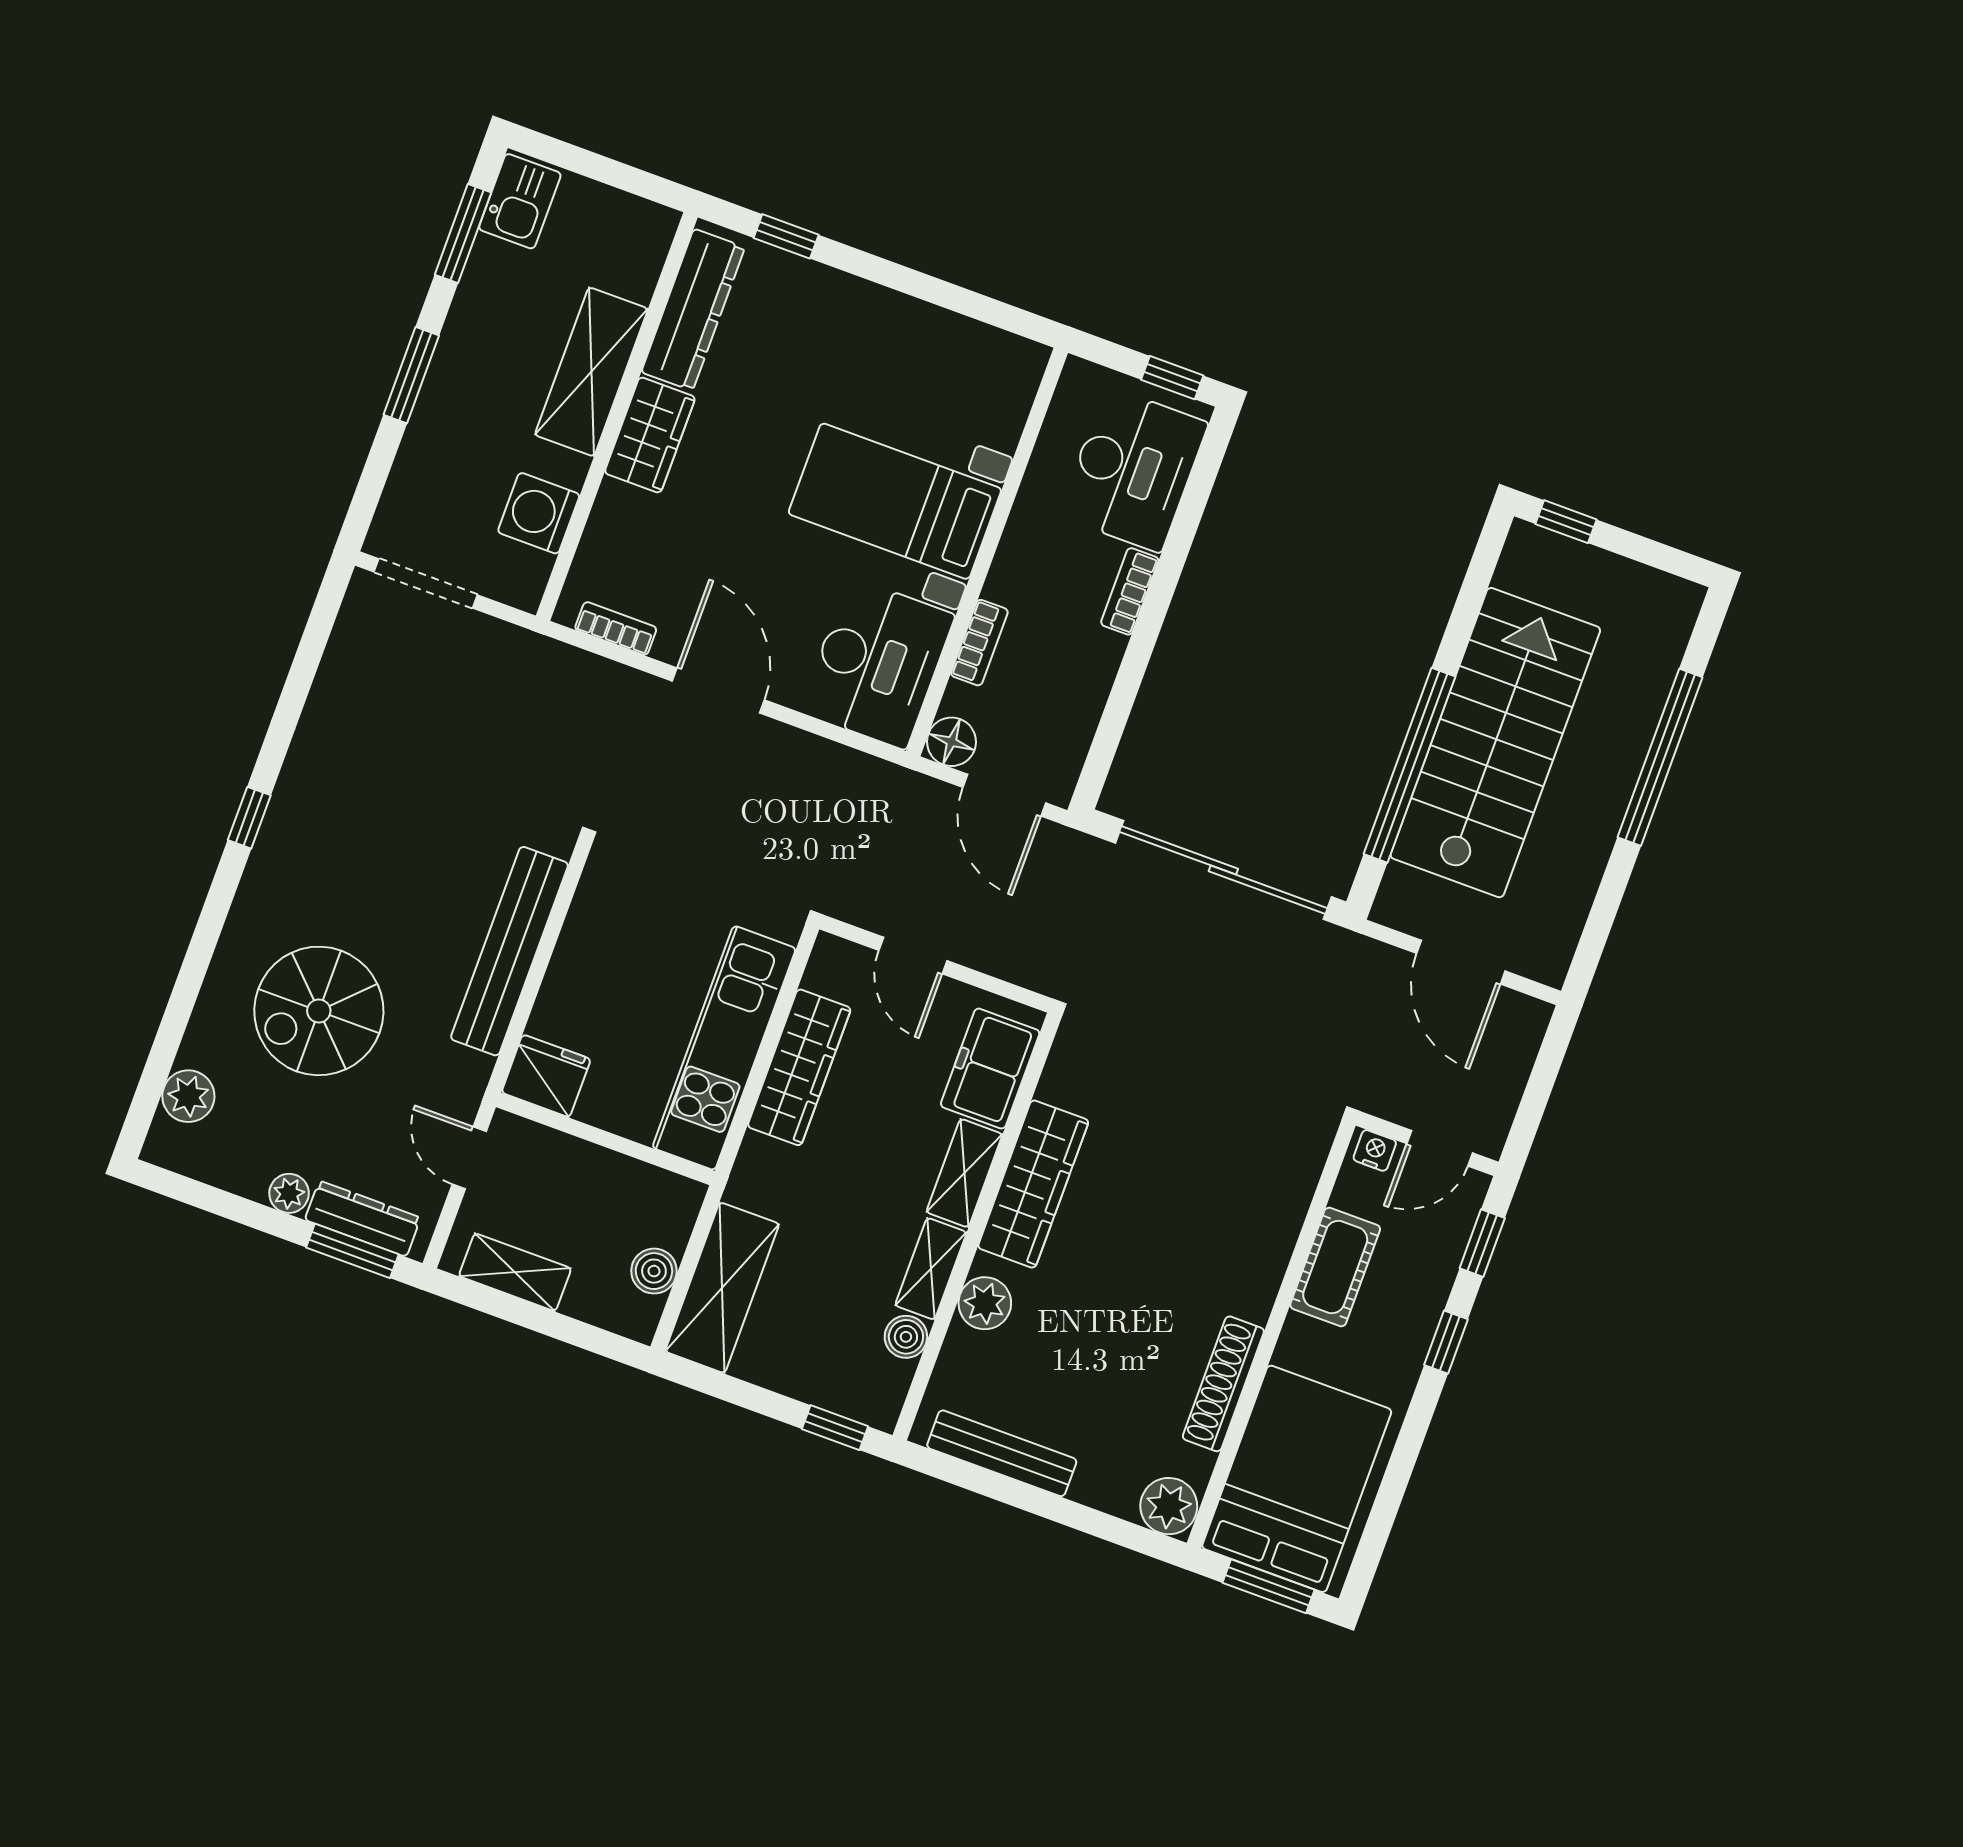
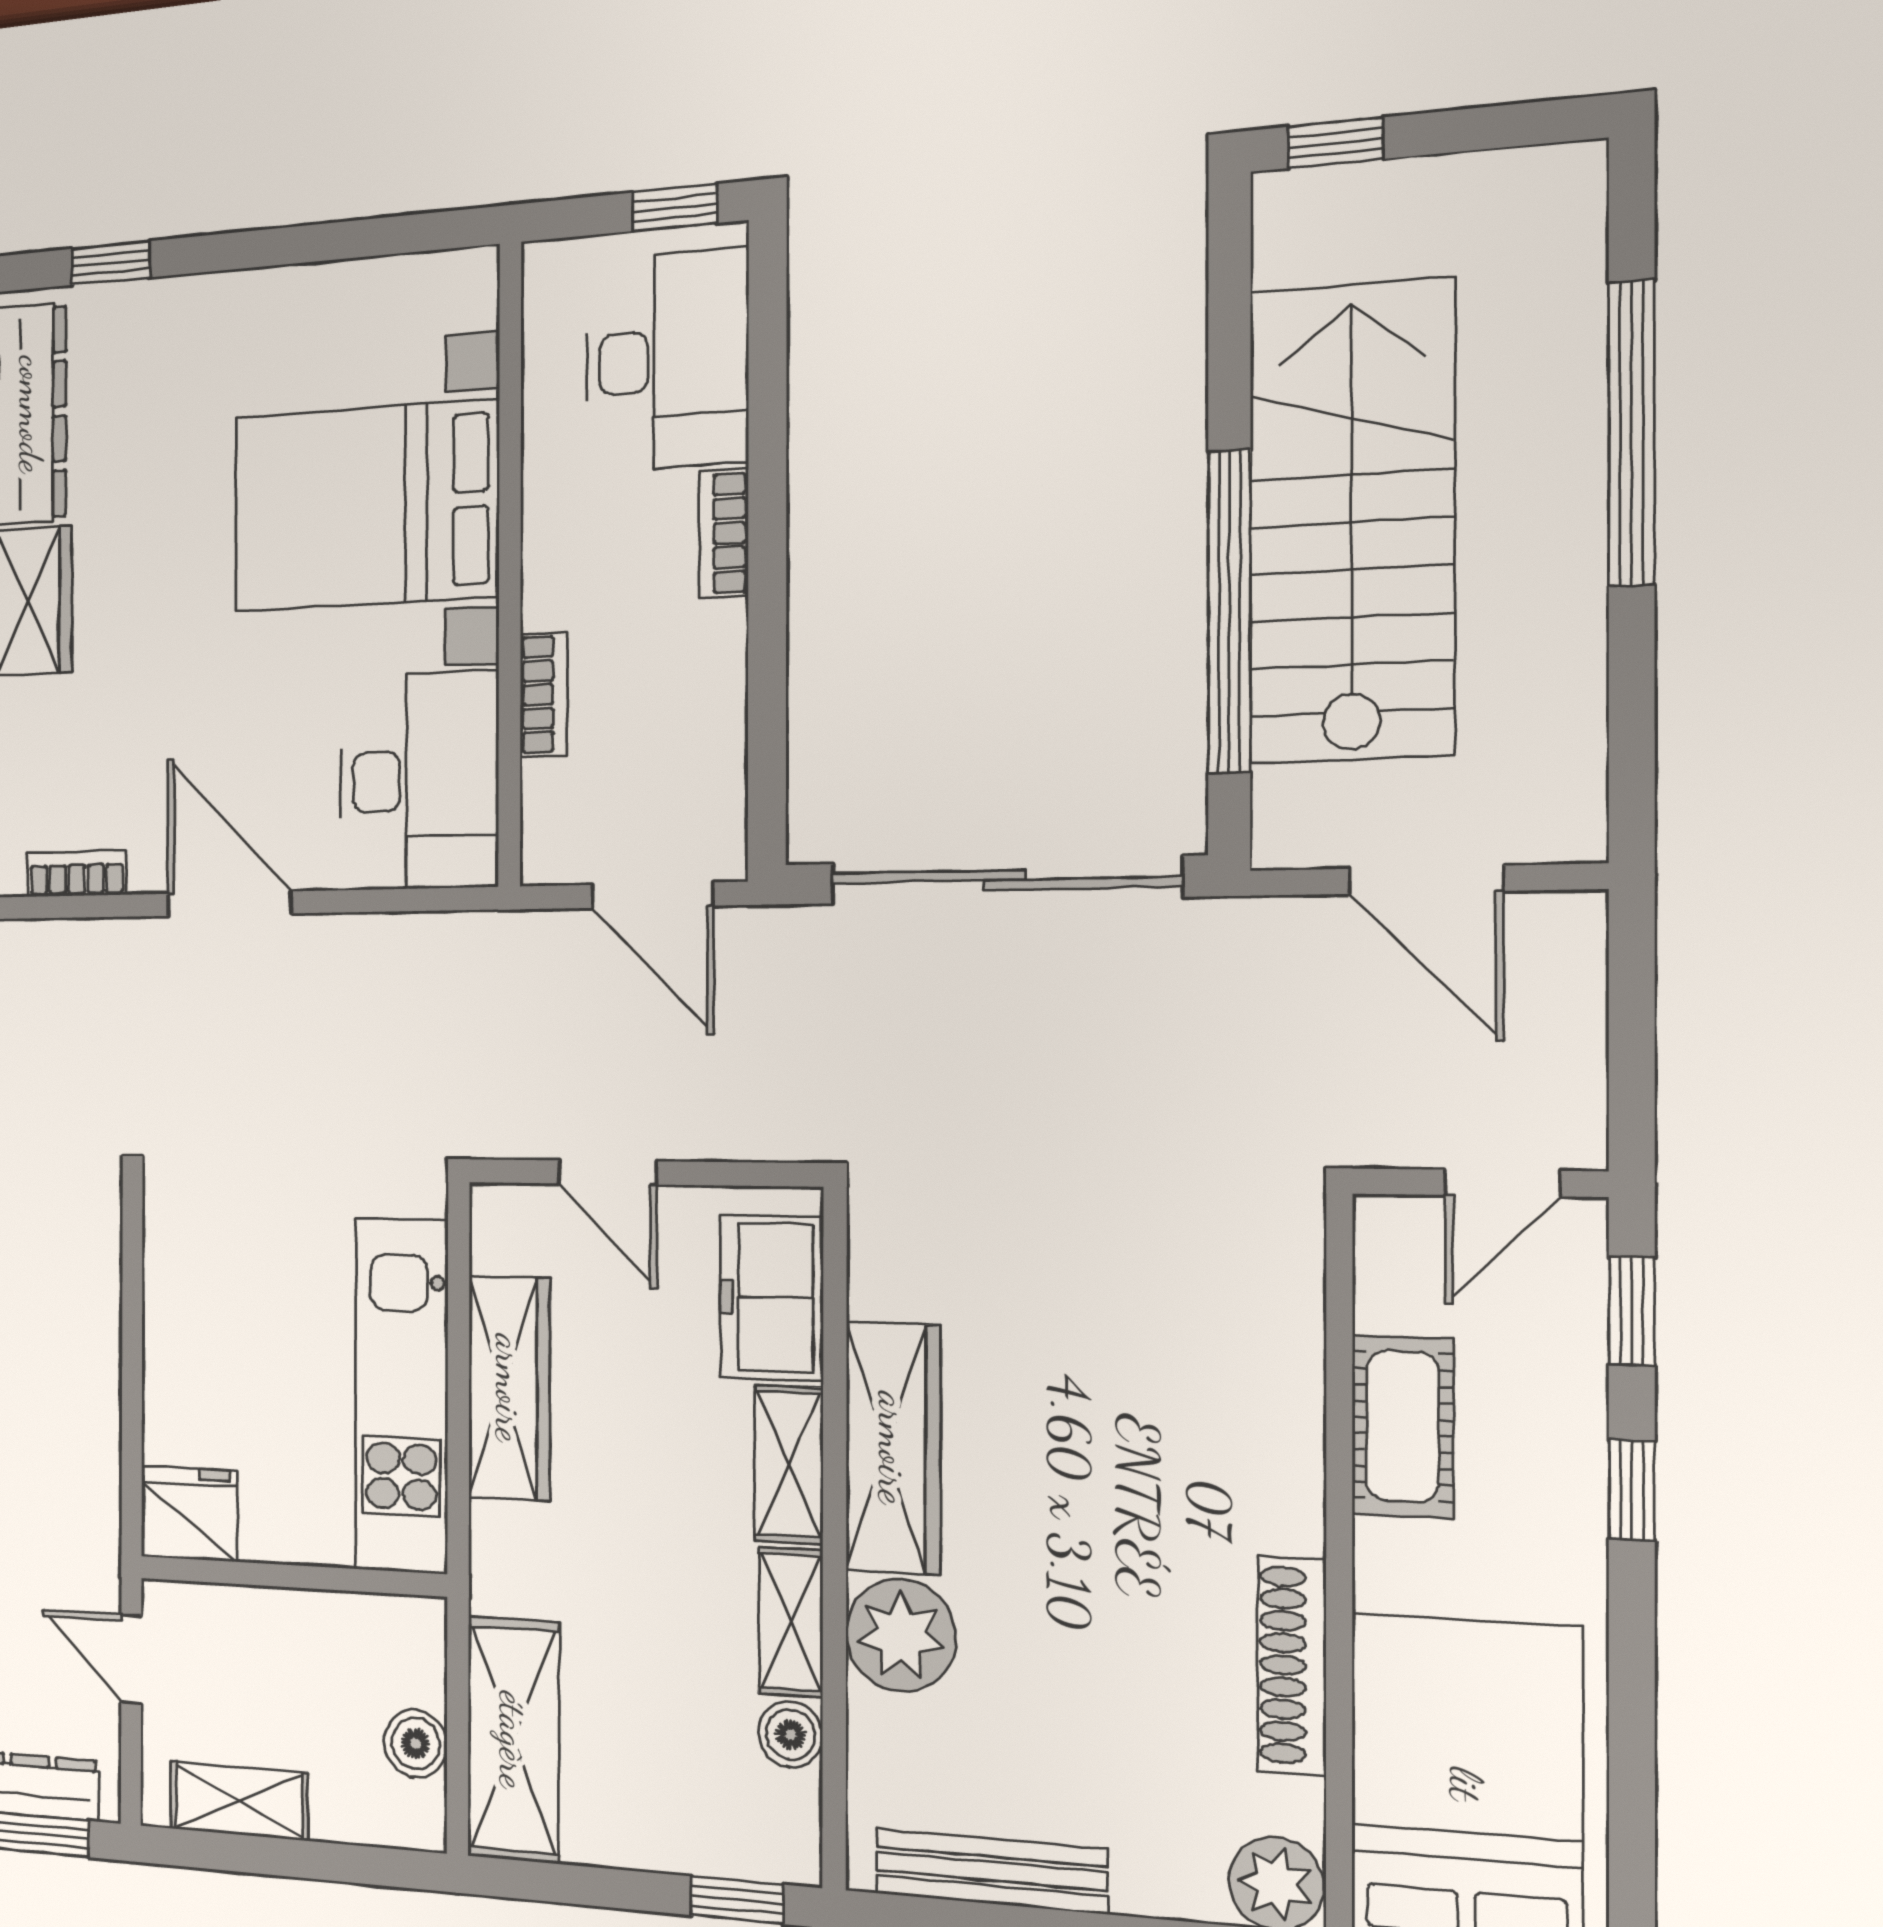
bed with nightstands: (895, 501) -> (366, 506), width x1.36
floor lamp: (952, 742) -> (555, 849), removed
bench: (509, 951) -> (89, 1359), removed
nightstand: (1375, 1150) -> (1398, 1222), removed
plant: (985, 1303) -> (901, 1635), width x1.36, depth x1.36

